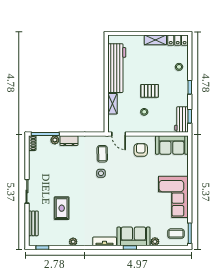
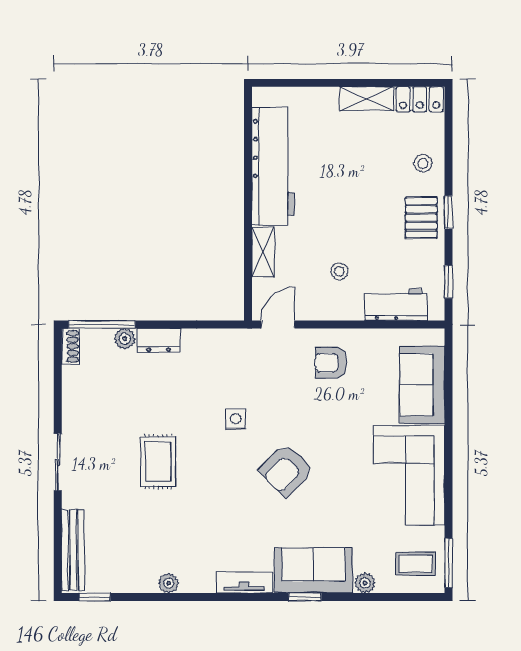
pallet: (150, 91) -> (421, 218), moved, turned 90
workbench: (181, 120) -> (396, 305), moved, turned 90
door: (119, 134) -> (278, 324), swing flipped
sofa: (172, 145) -> (422, 385), moved, turned 90
armchair: (141, 150) -> (331, 363), turned -90
coffee table: (102, 154) -> (239, 372), removed
armchair: (122, 195) -> (286, 470), added
rug: (62, 208) -> (158, 461), moved
bench: (33, 223) -> (73, 550), width x1.36

